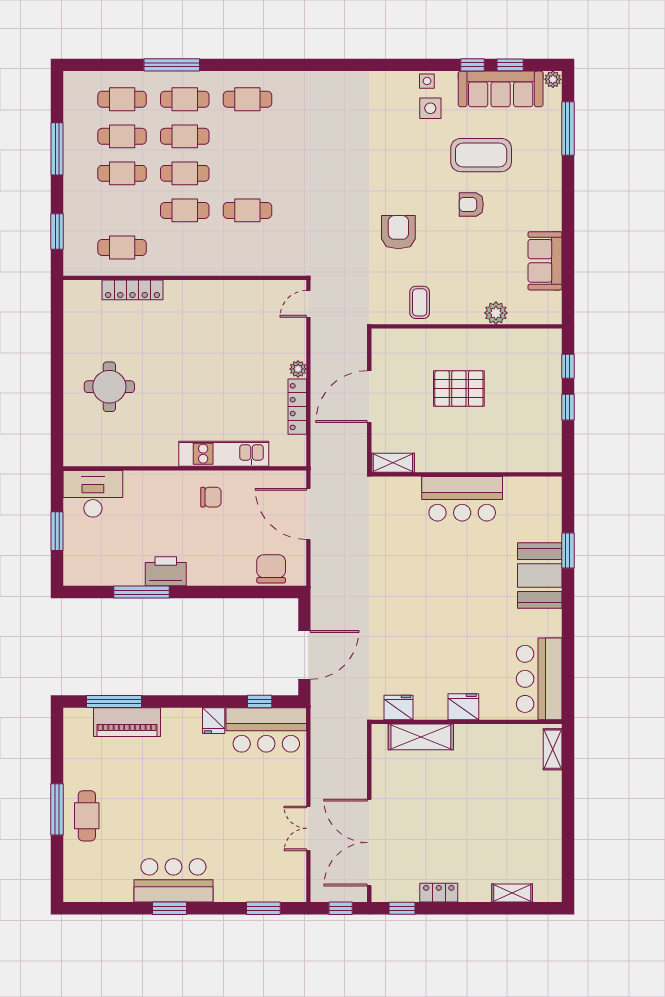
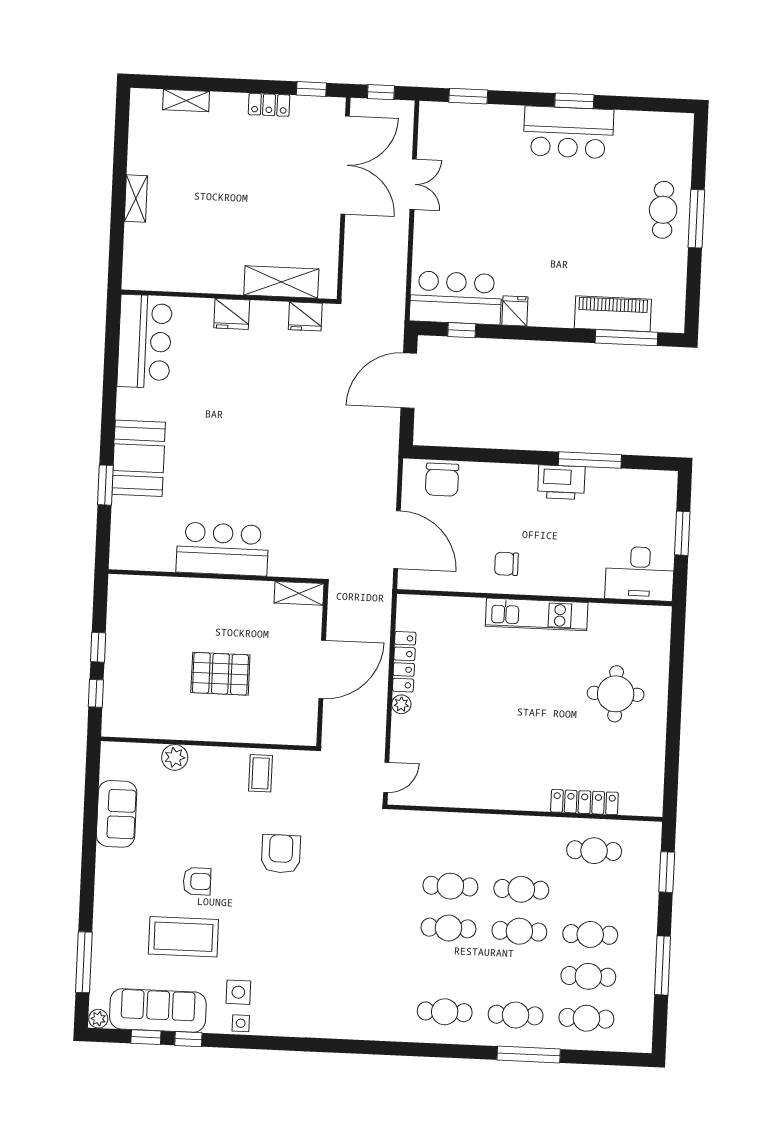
cafe table: (185, 136) -> (448, 928), moved
armchair: (398, 232) -> (281, 854), turned 180
kitchen unit: (224, 454) -> (537, 614), moved
shelving: (553, 749) -> (136, 198), moved

